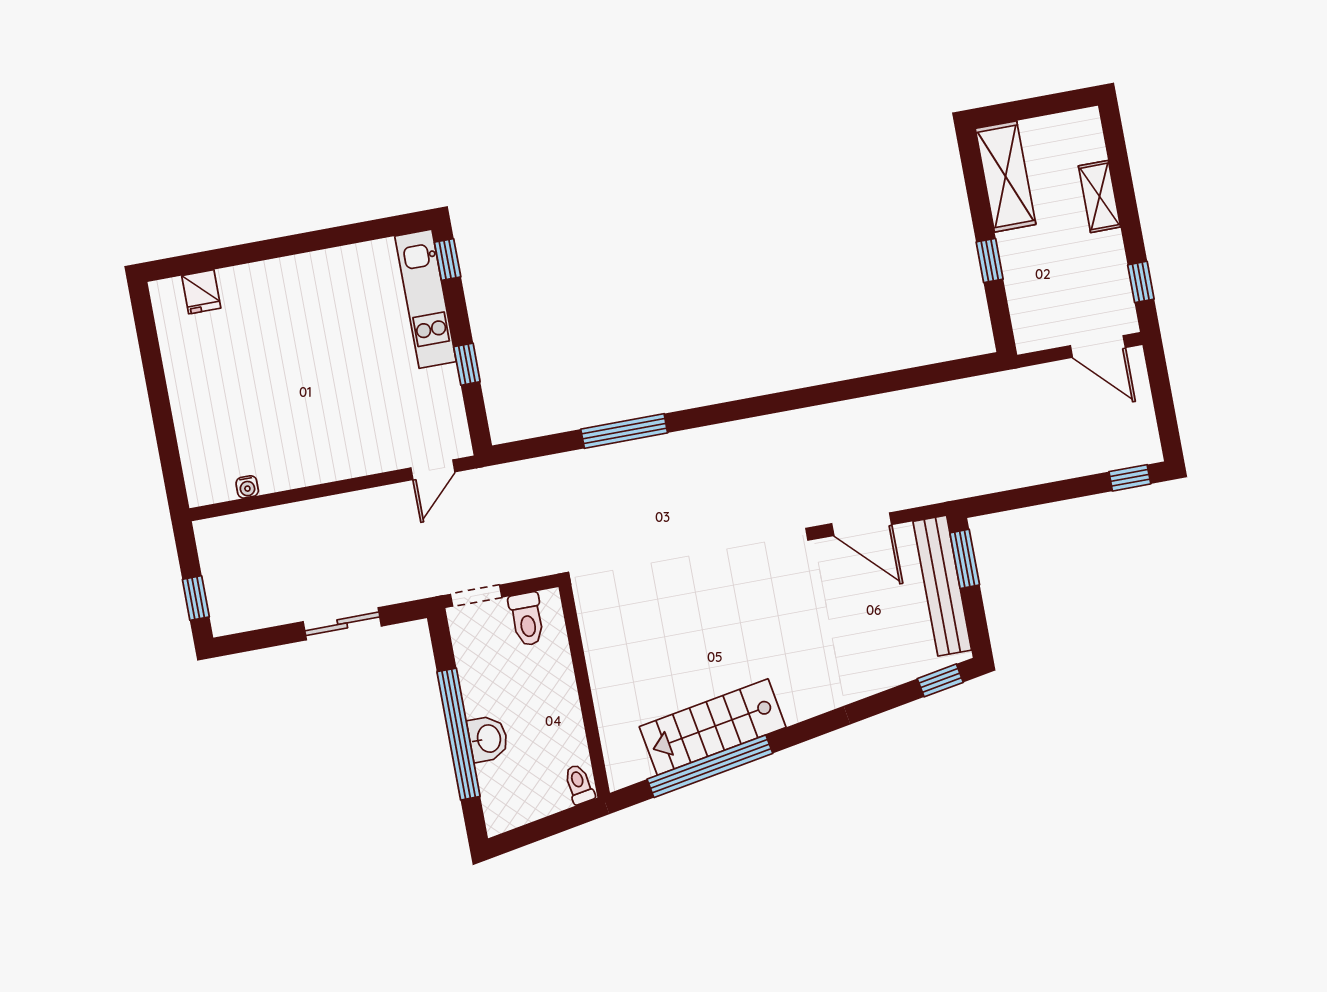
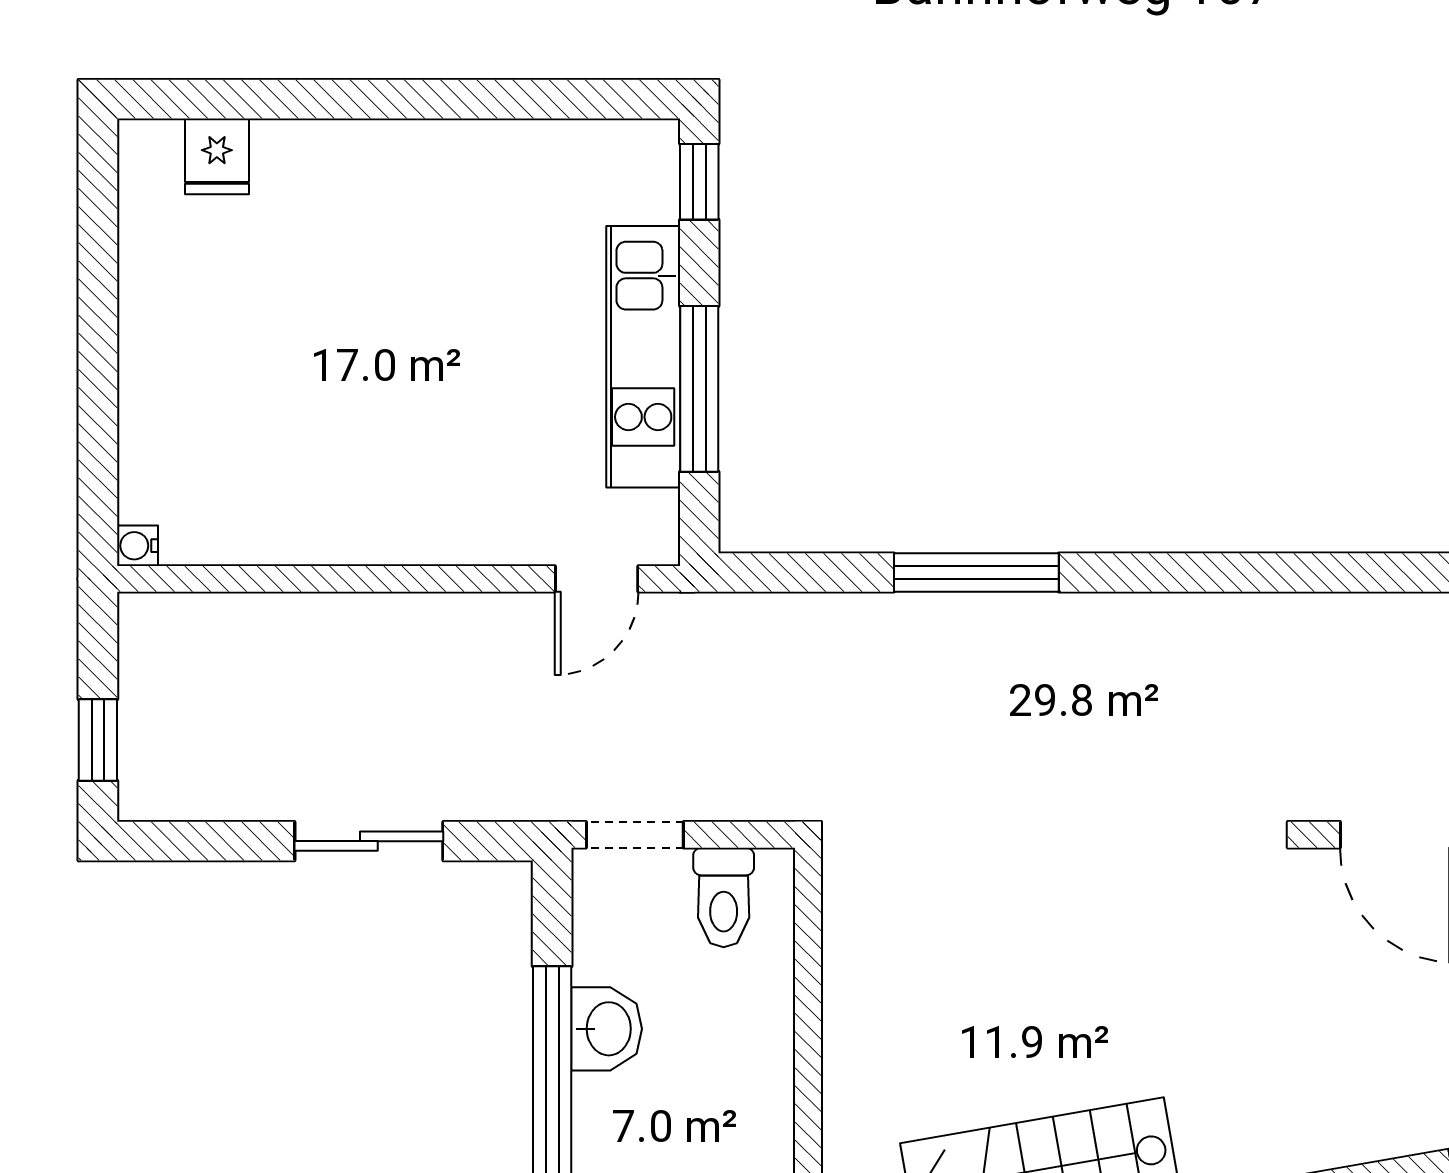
kitchen unit: (425, 299) -> (643, 357), moved
window: (467, 364) -> (699, 389), width x2.17
water cooler: (247, 487) -> (137, 546), moved, turned 90
washbasin: (488, 739) -> (607, 1029), moved

